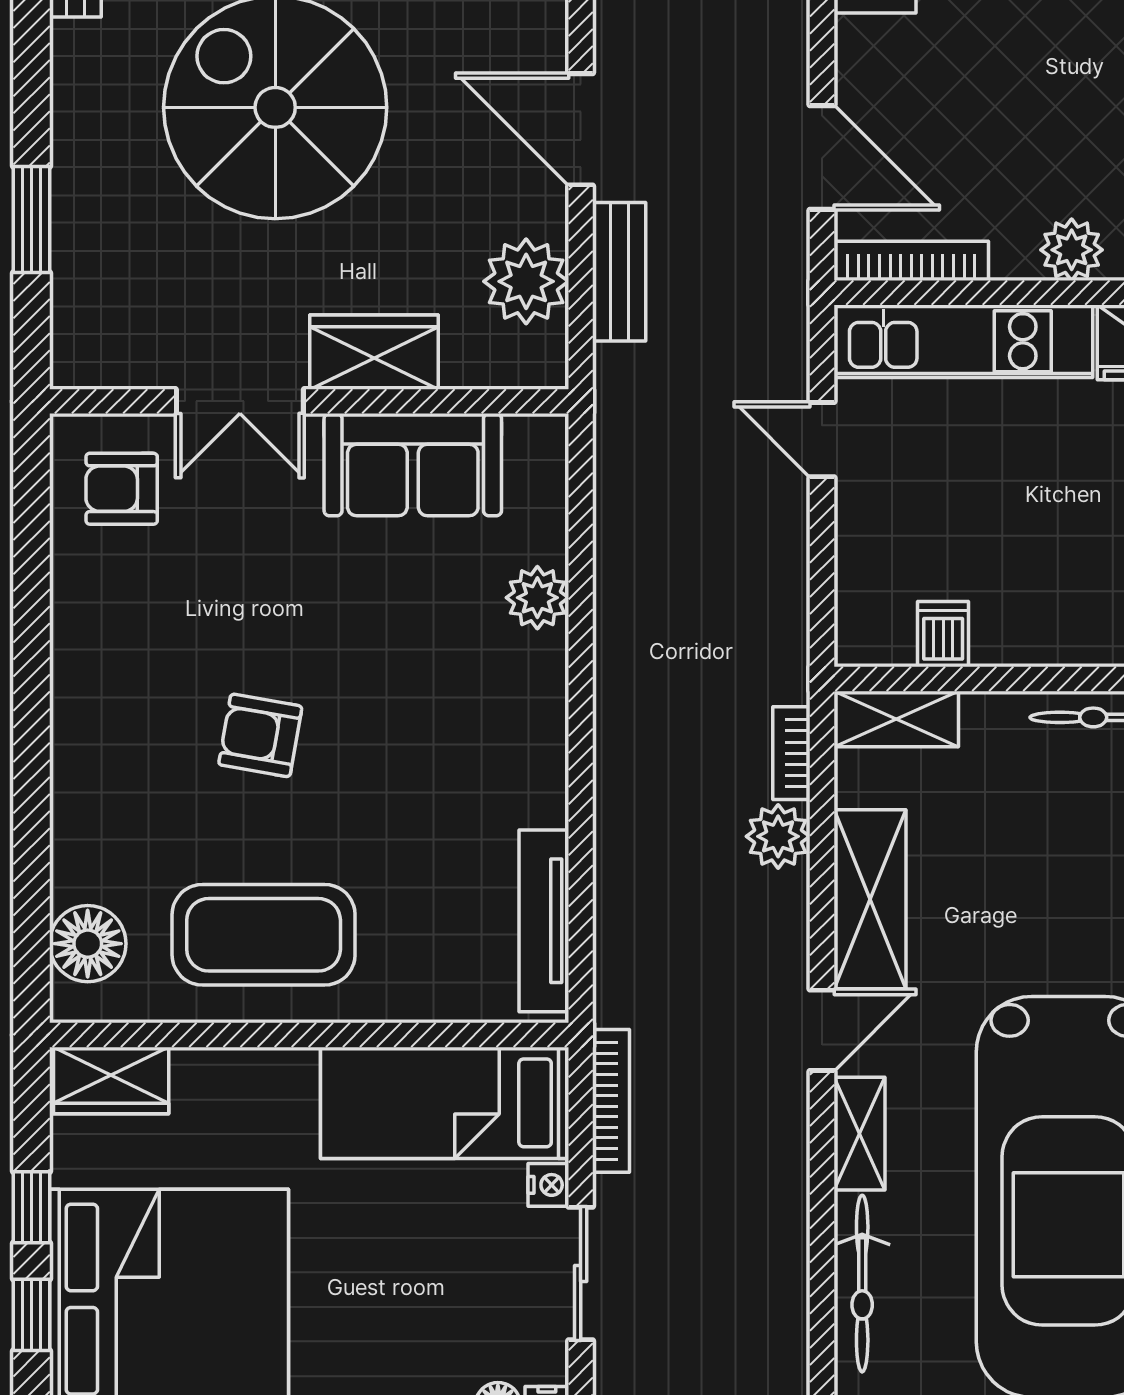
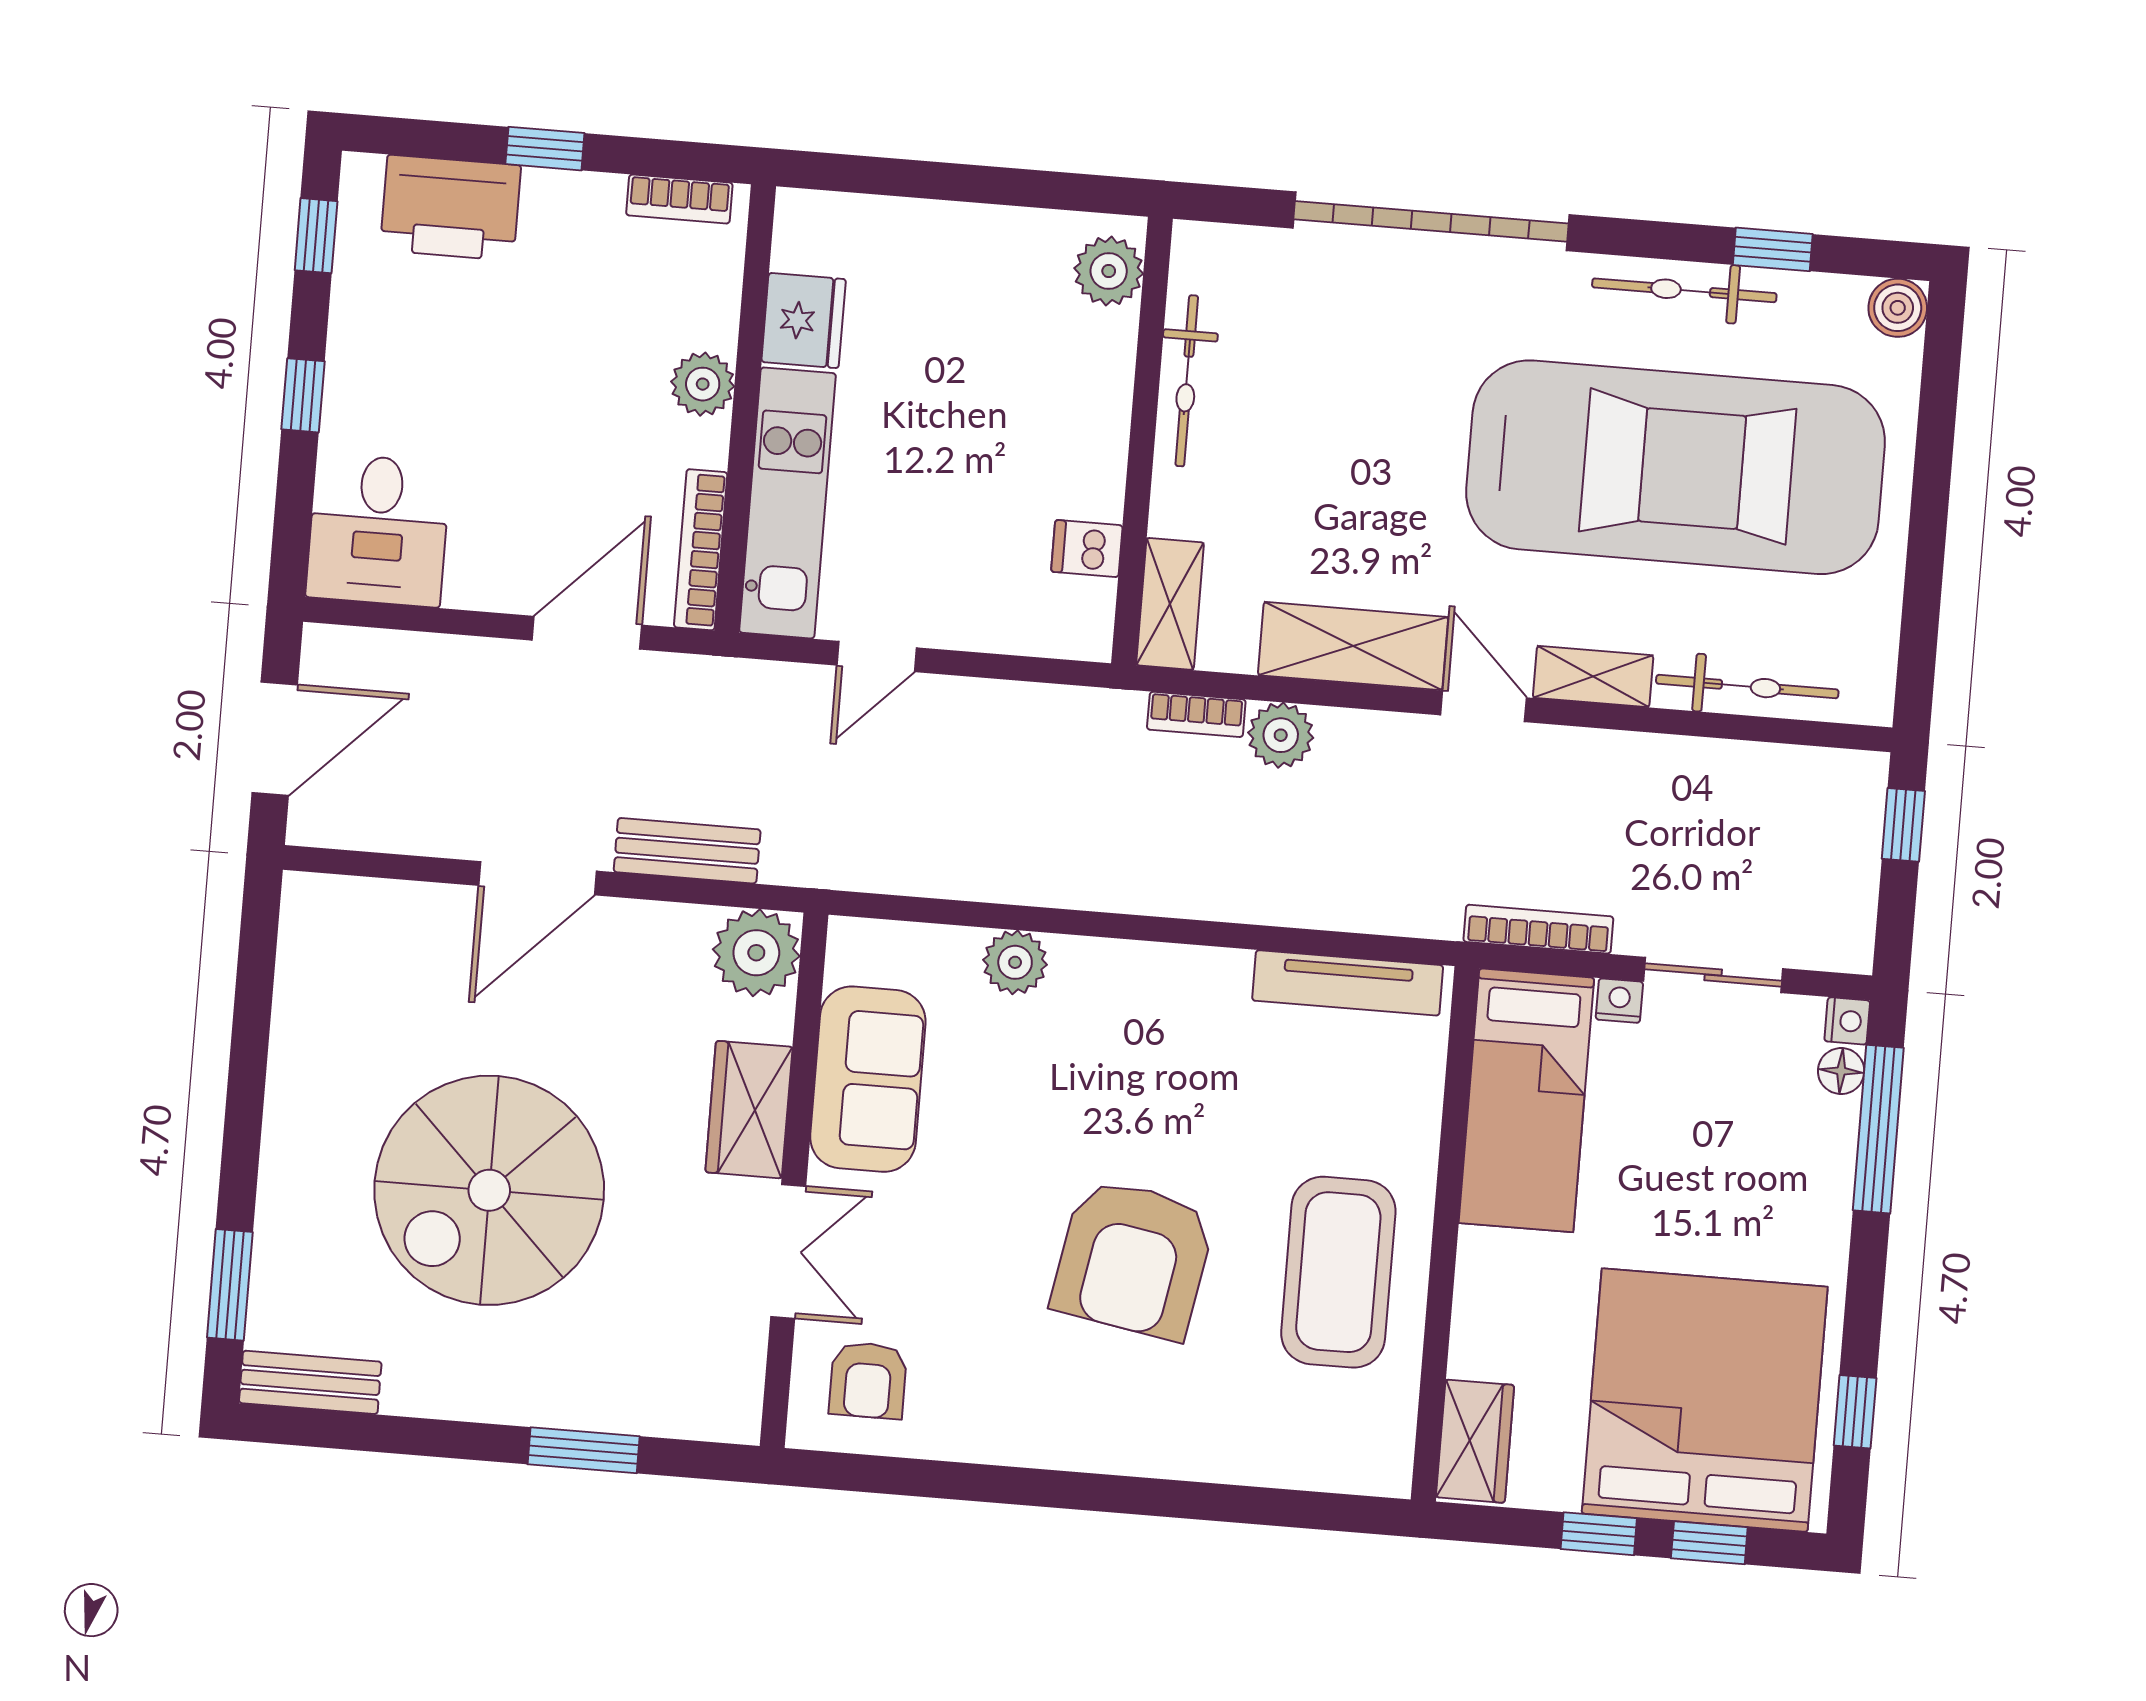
plant: (526, 281) -> (756, 953), moved
armchair: (260, 735) -> (1133, 1259), width x1.88, depth x1.88
floor lamp: (88, 944) -> (1333, 1454), removed

